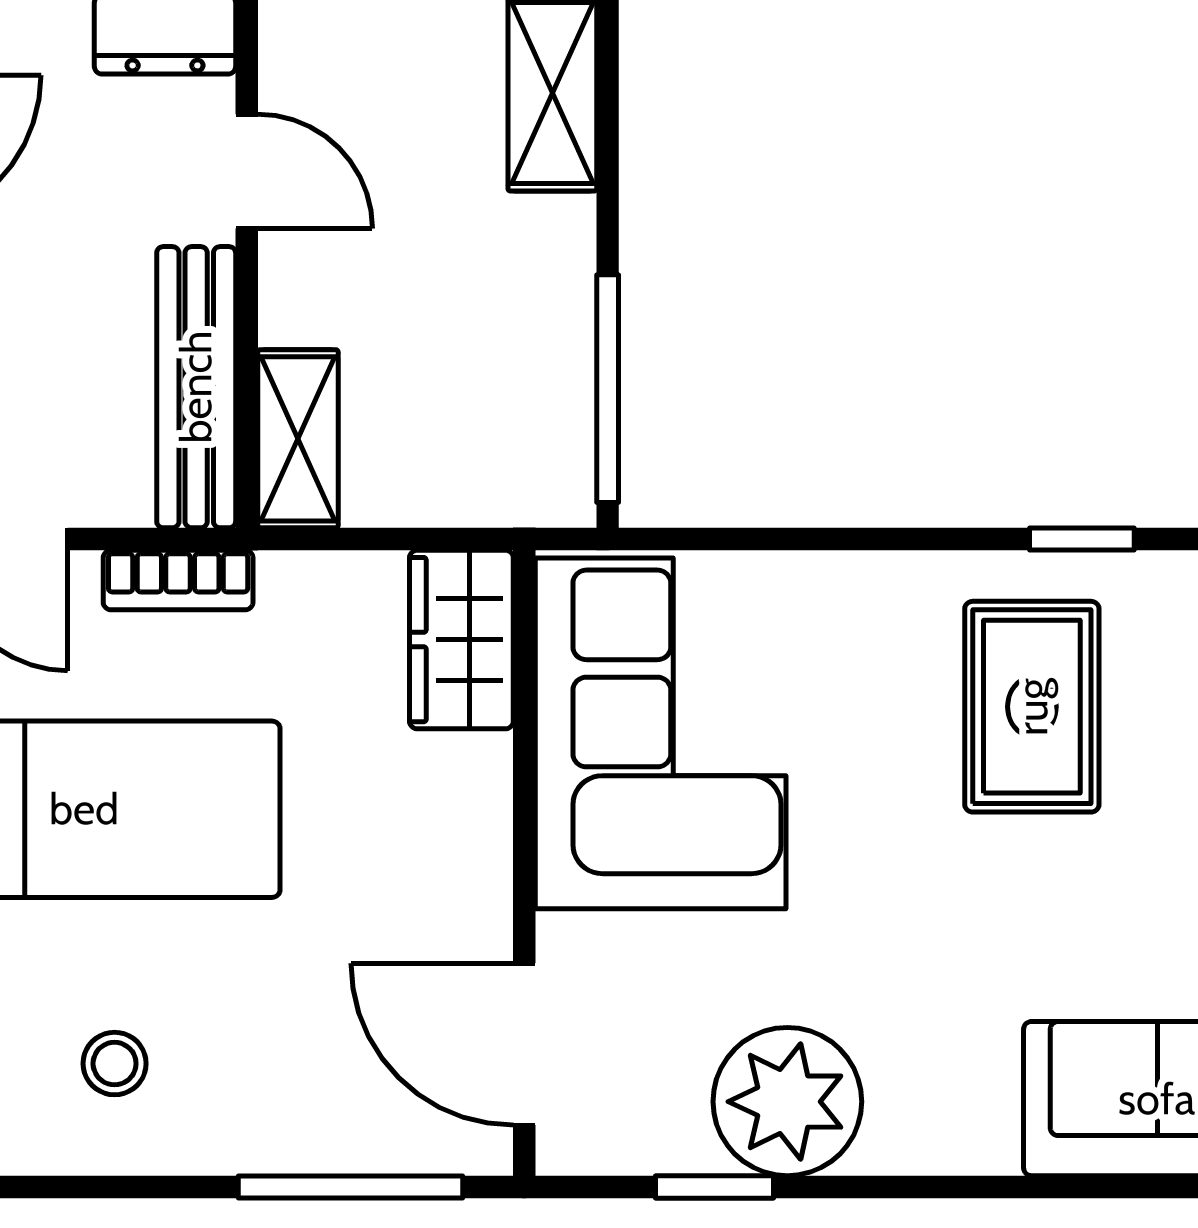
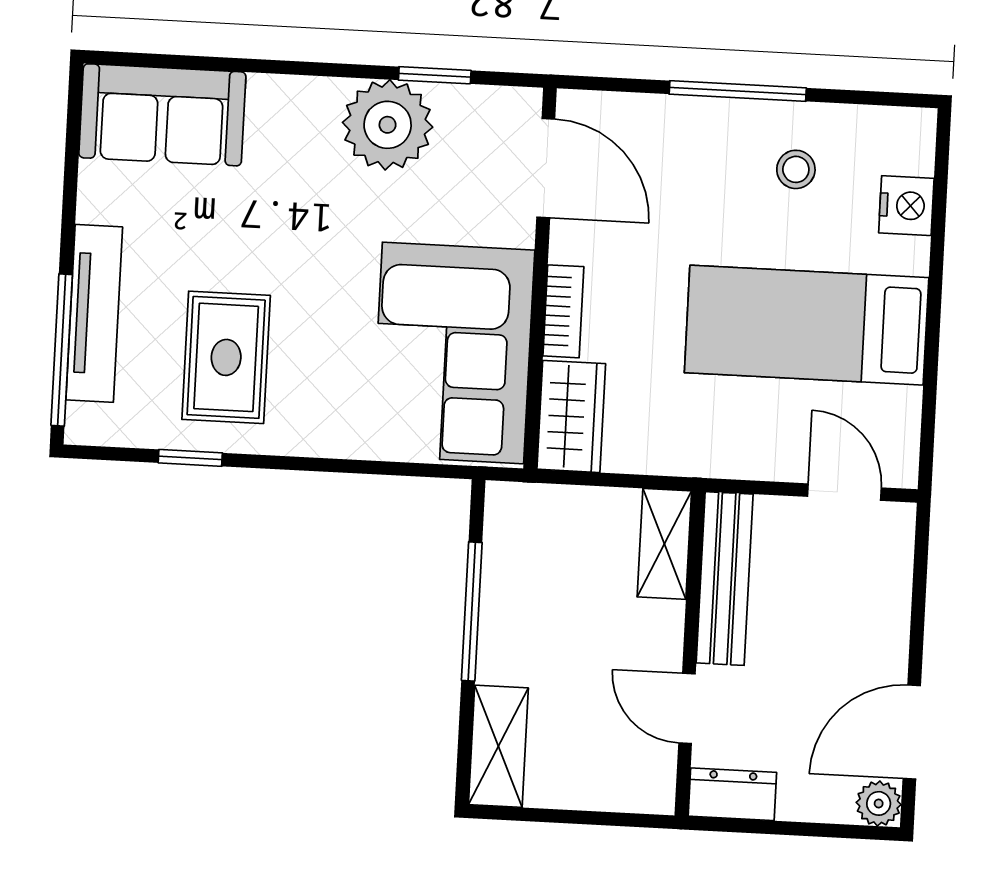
window: (608, 389) -> (472, 611), moved
bookcase: (178, 580) -> (563, 311), moved, turned 90
window: (351, 1187) -> (738, 91), moved

